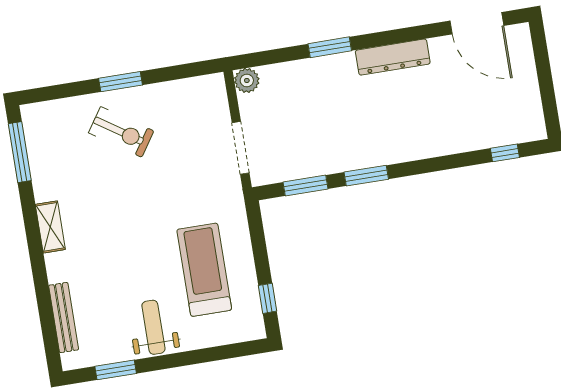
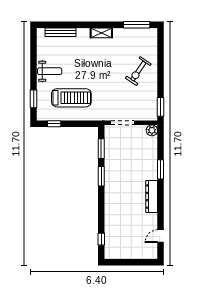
door: (477, 23) -> (161, 236), width x0.53
window: (120, 82) -> (161, 107), moved
window: (116, 370) -> (34, 99), moved

